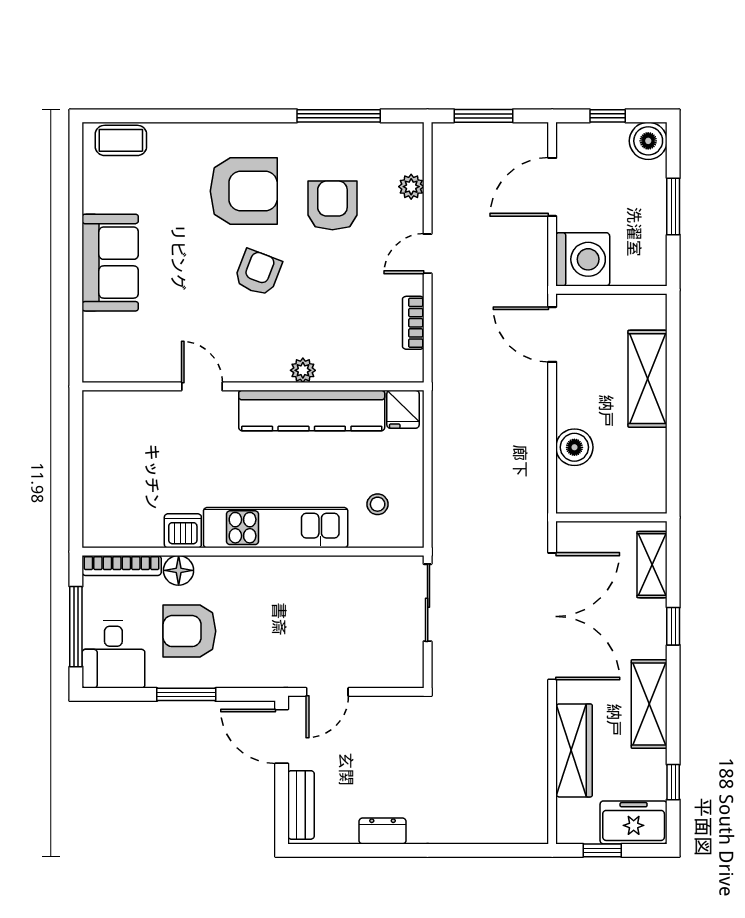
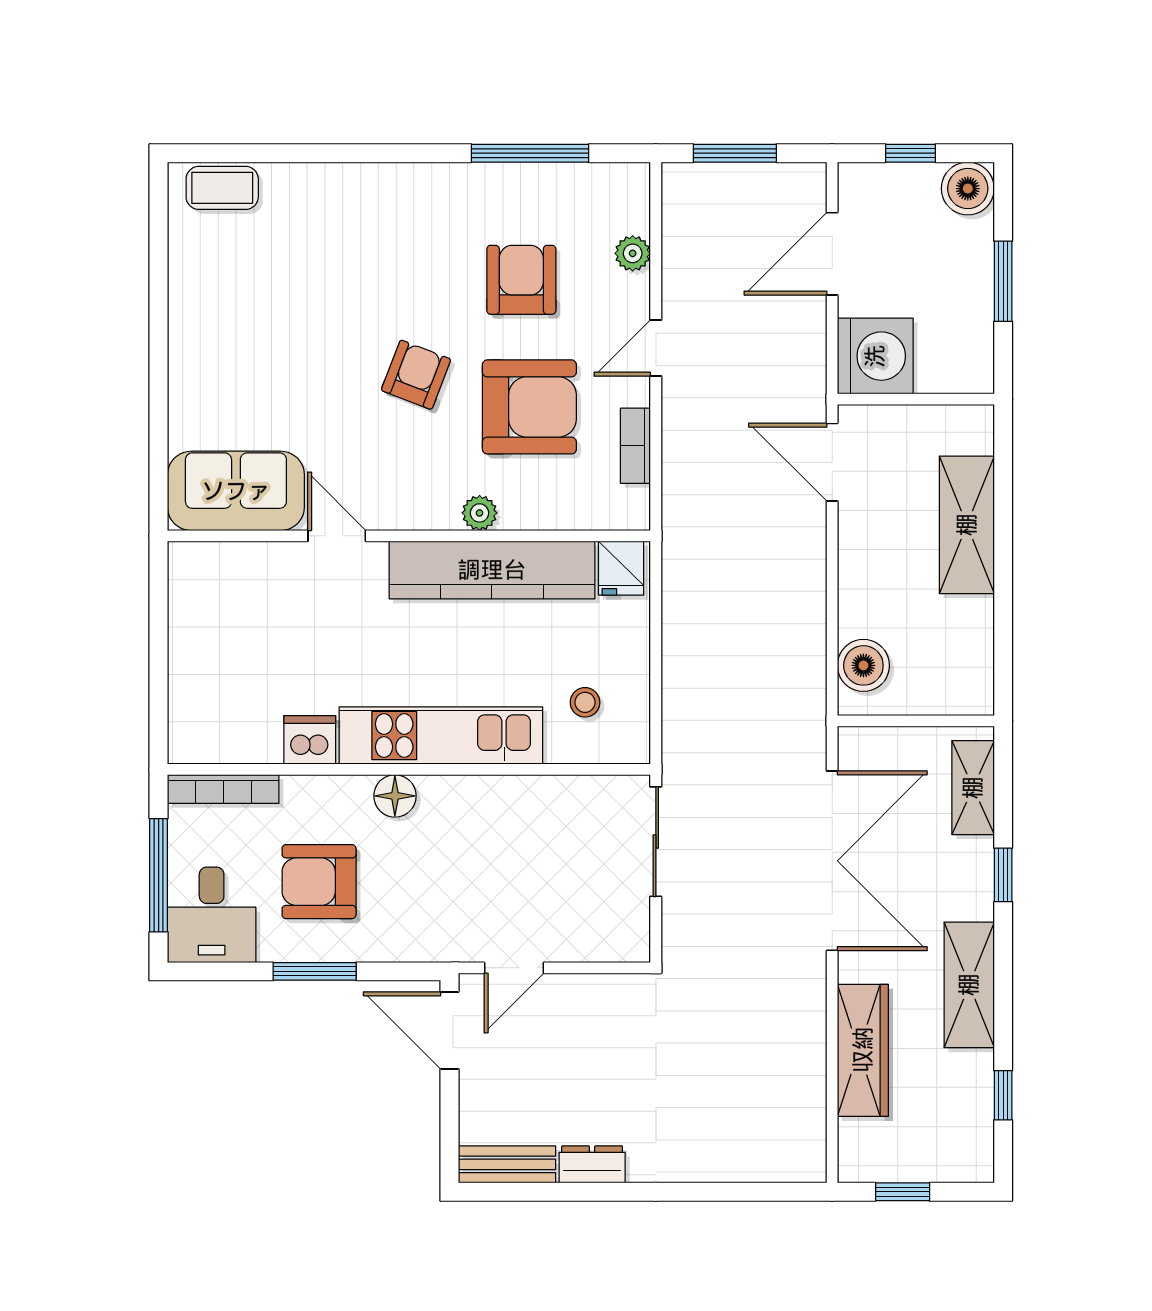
armchair: (244, 191) -> (529, 407), moved
sofa: (110, 263) -> (236, 491), moved, turned -90
boiler: (574, 447) -> (863, 665), moved
floor lamp: (179, 570) -> (395, 796), moved
bench: (301, 805) -> (507, 1164), moved, turned 90
freezer: (634, 822) -> (947, 1152), removed

